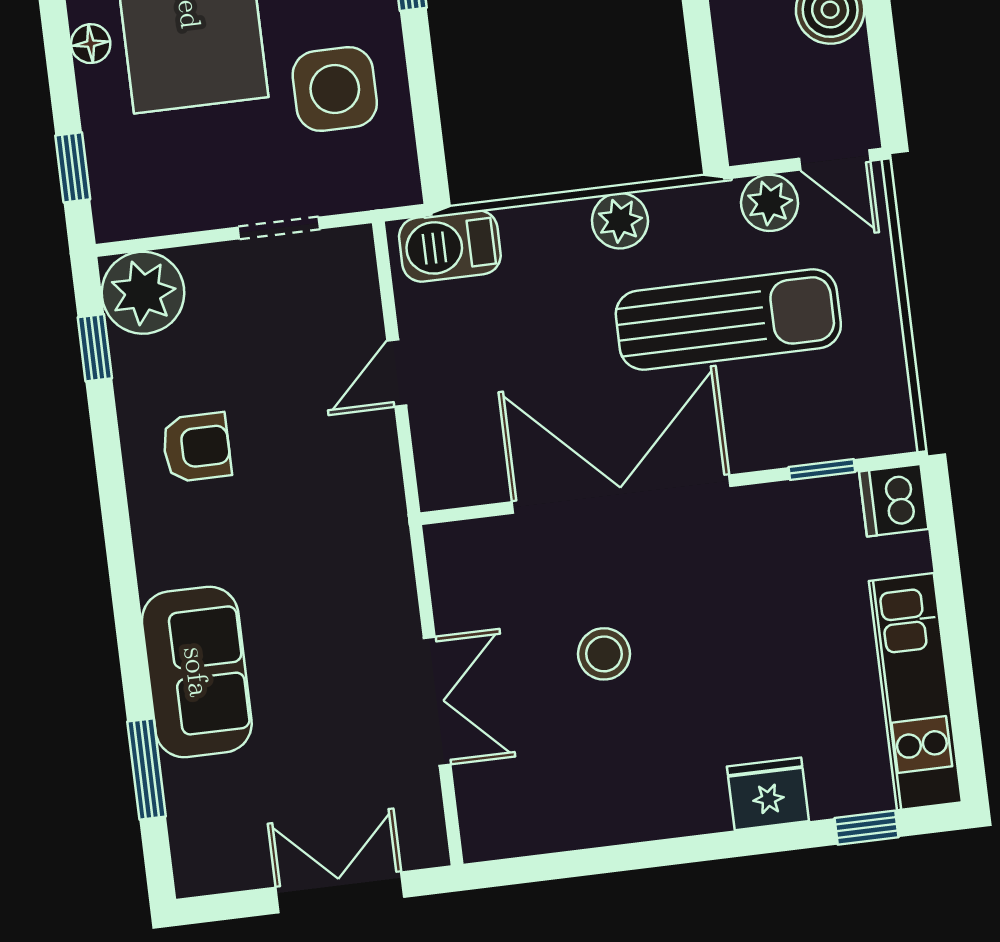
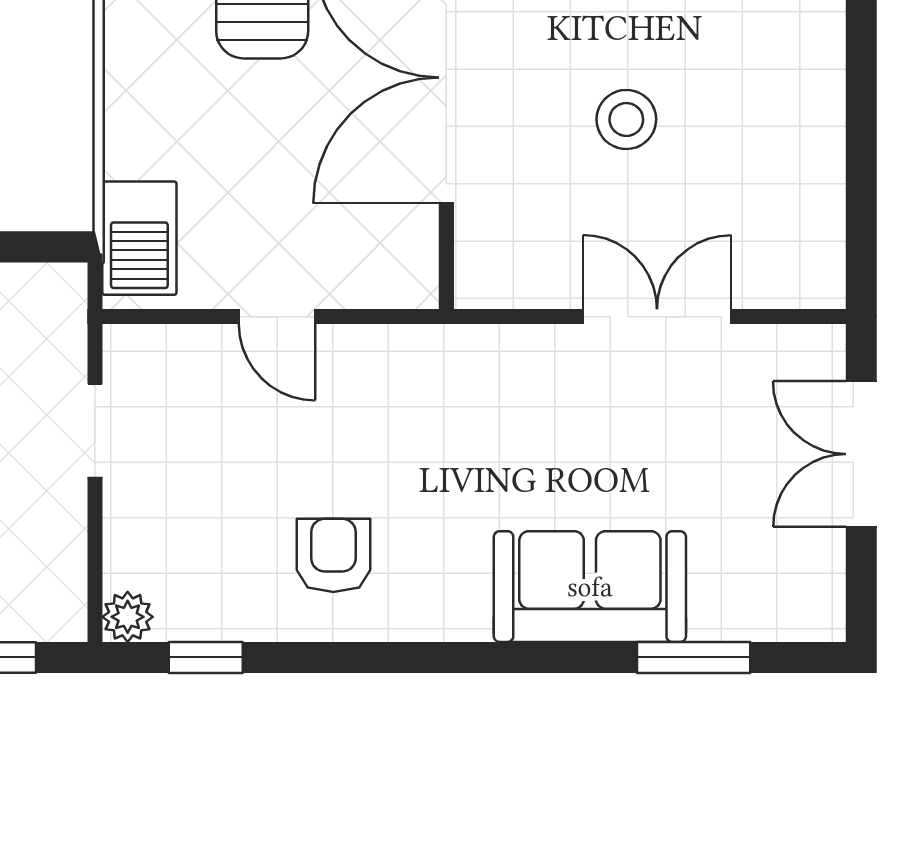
plant: (620, 221) -> (134, 41), removed
plant: (143, 293) -> (128, 617), width x0.53, depth x0.53

